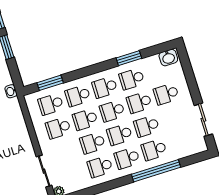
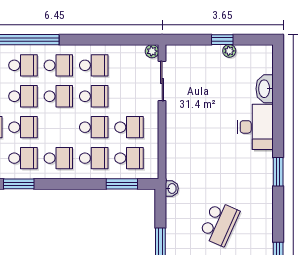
school desk: (112, 111) -> (58, 127), removed

